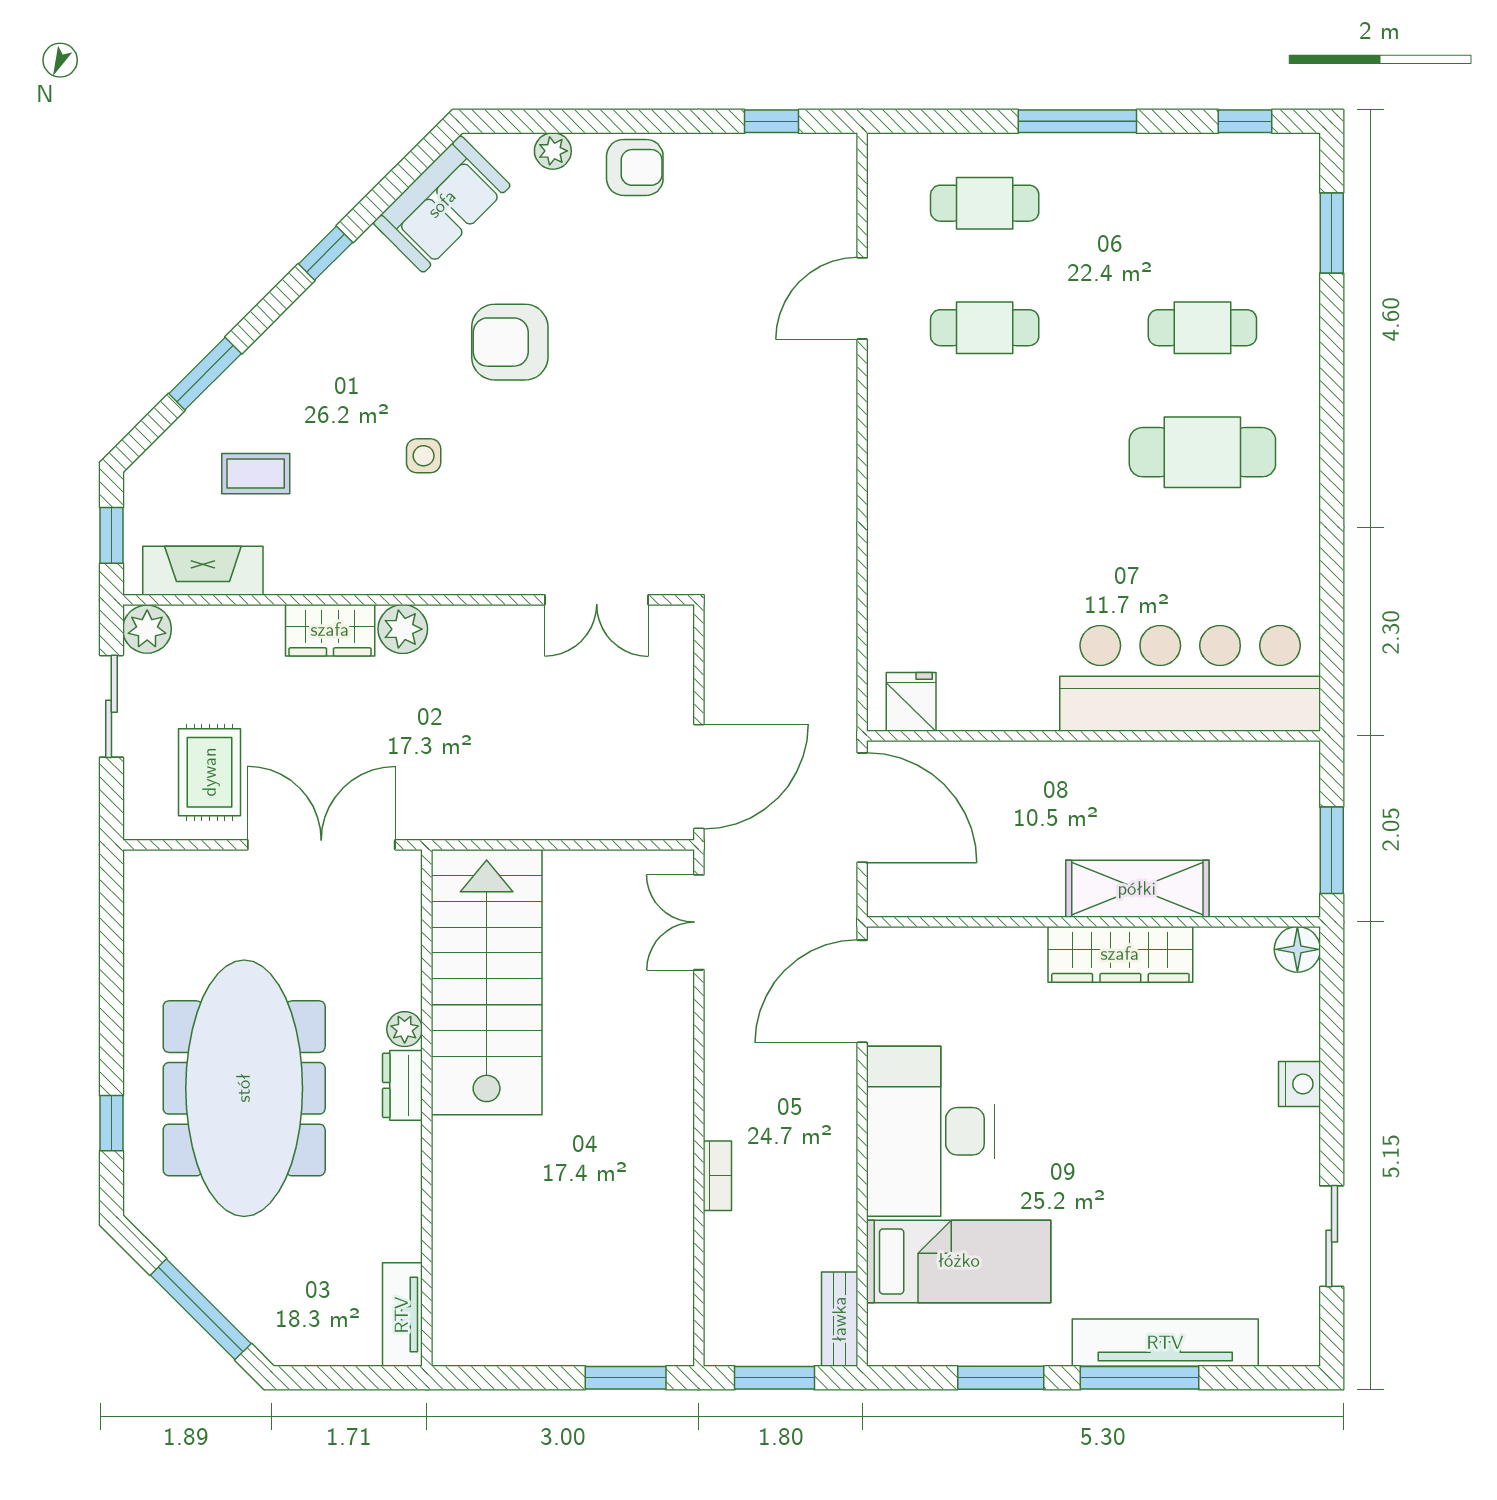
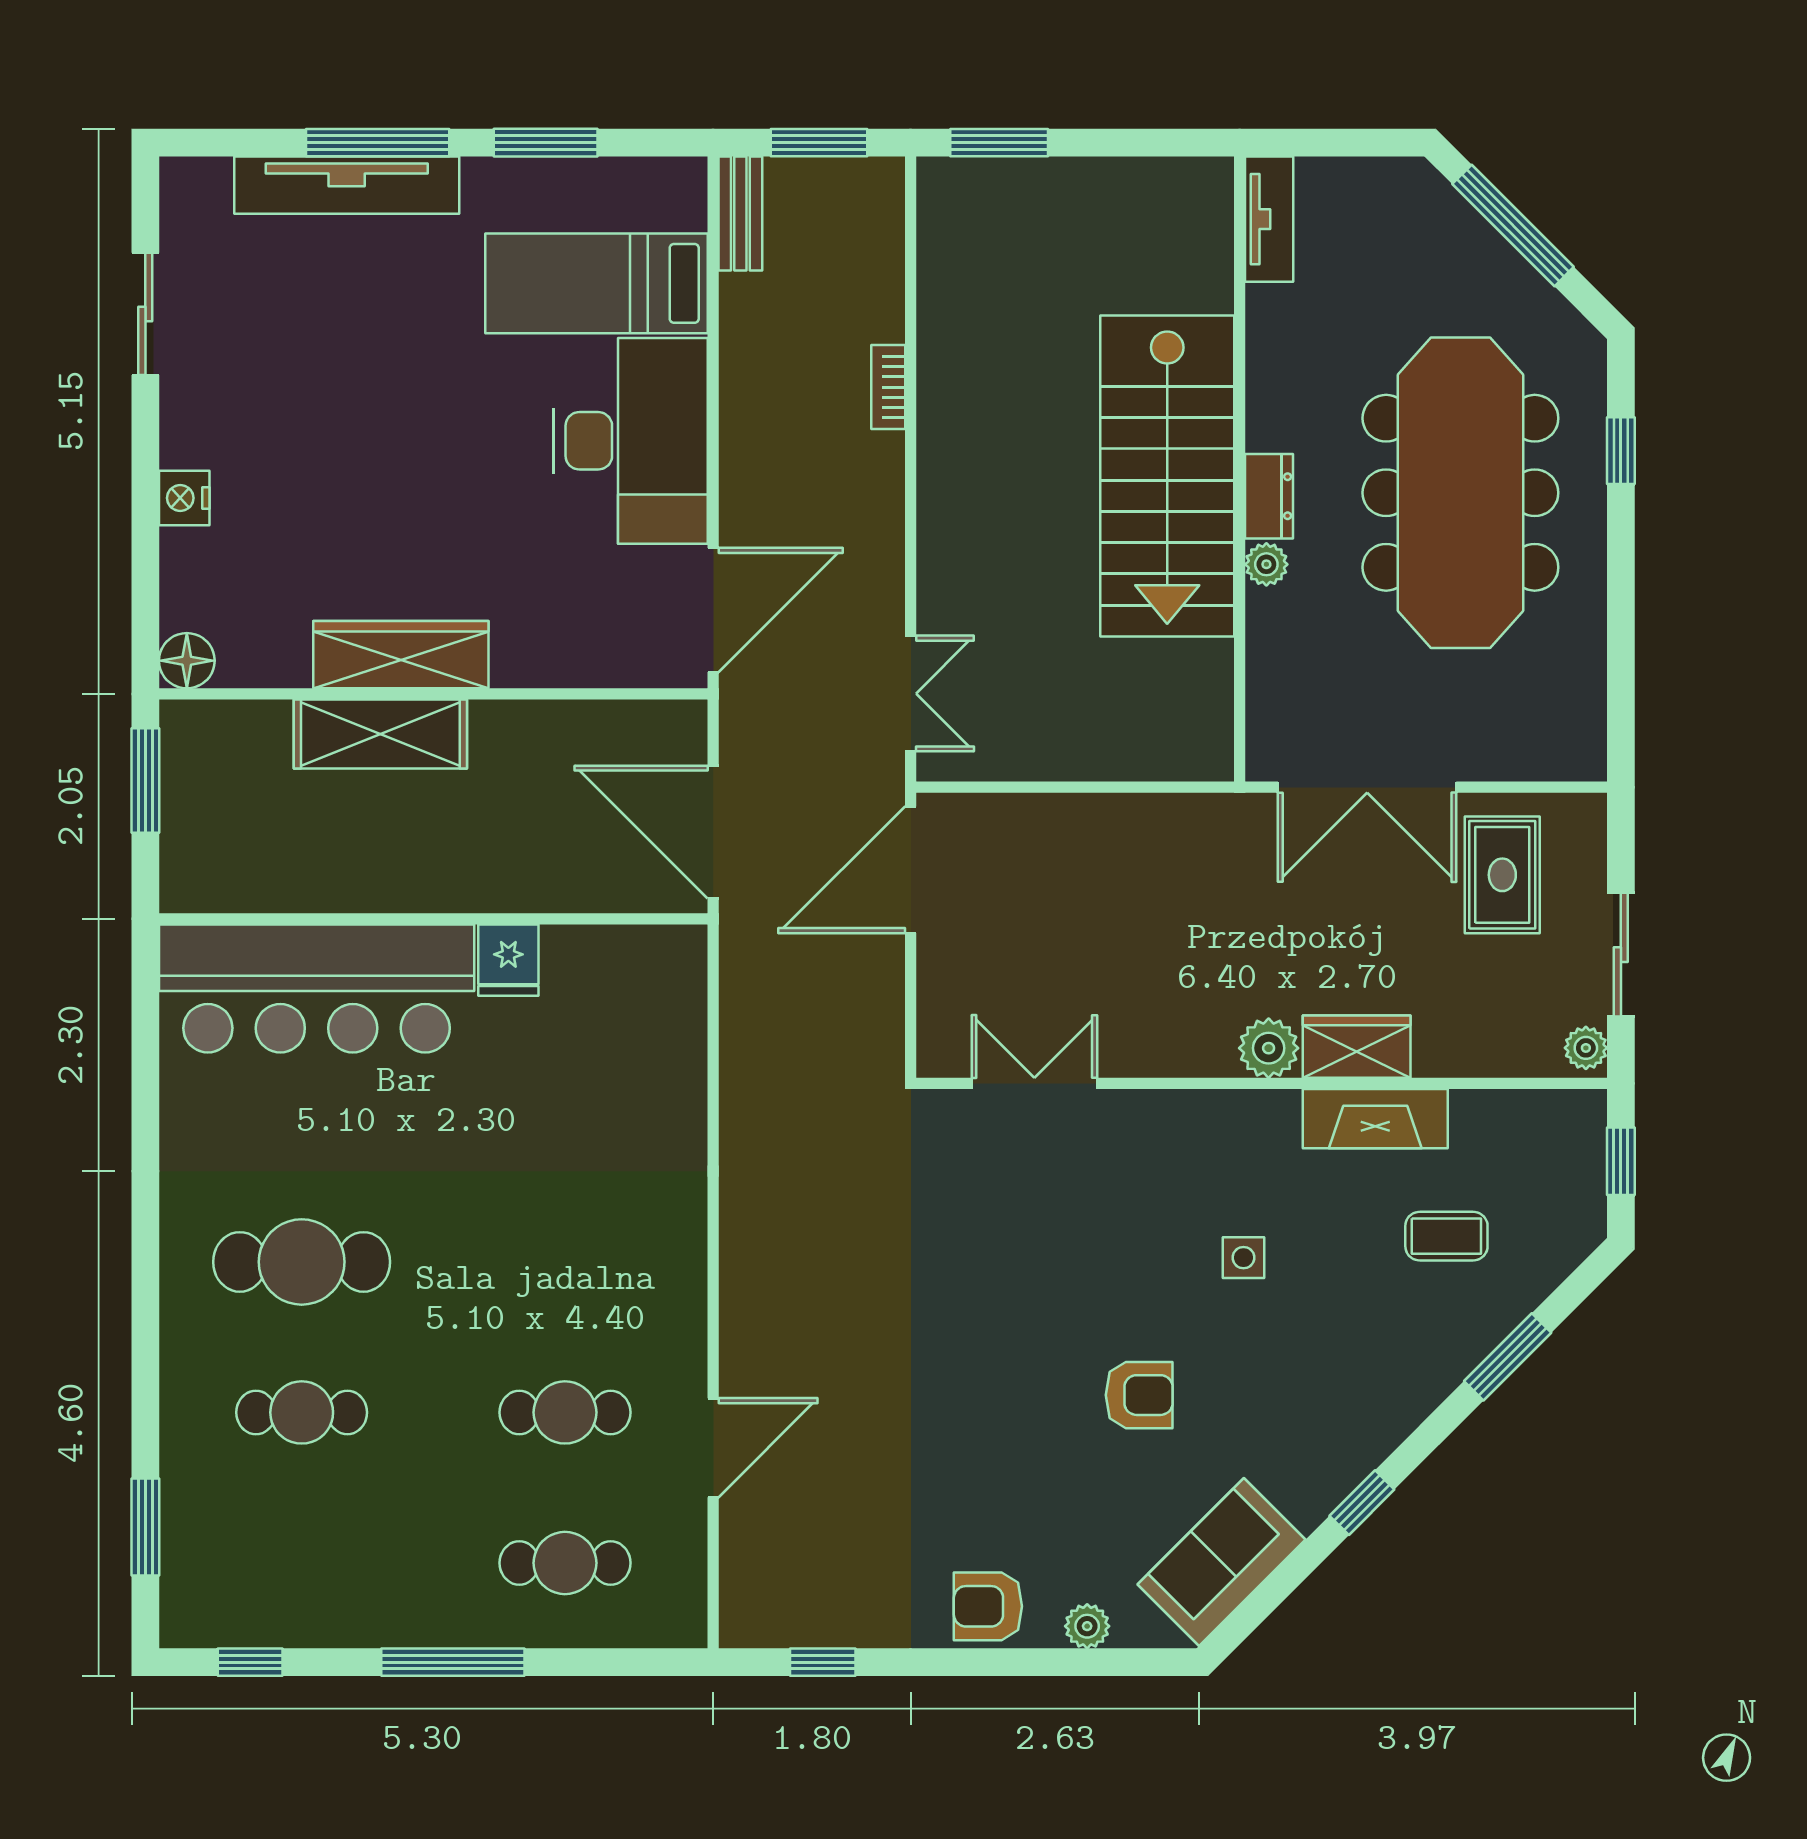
armchair: (510, 342) -> (1139, 1395), width x0.72, depth x0.72
fireplace: (203, 571) -> (1375, 1119), moved
plant: (147, 629) -> (1586, 1048), width x0.73, depth x0.73
fridge: (911, 702) -> (508, 960), moved
stairs: (487, 982) -> (1167, 476), moved

